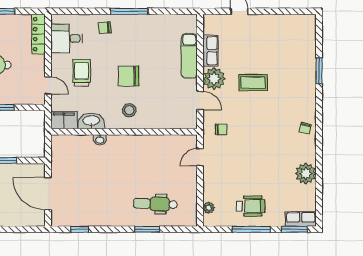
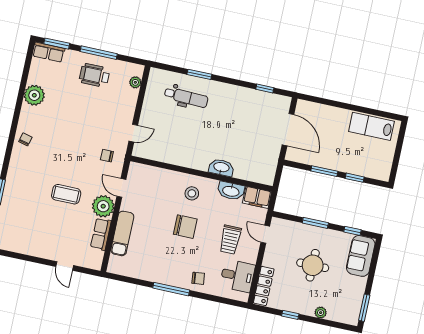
washbasin: (100, 140) -> (221, 168), width x1.91, depth x1.45

